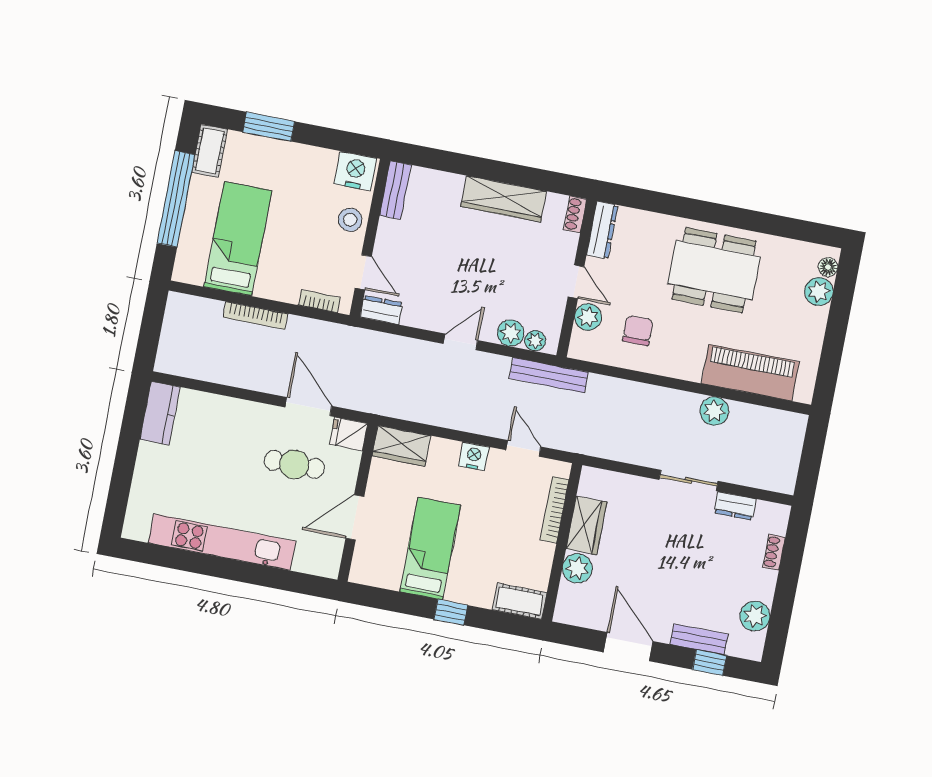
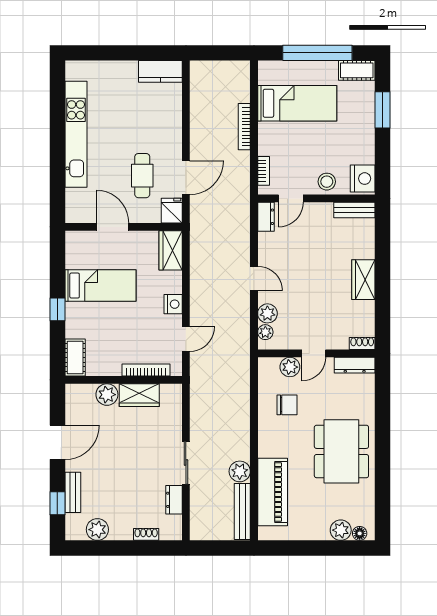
wardrobe: (504, 199) -> (363, 280), width x0.67
bench: (549, 375) -> (242, 512), moved

